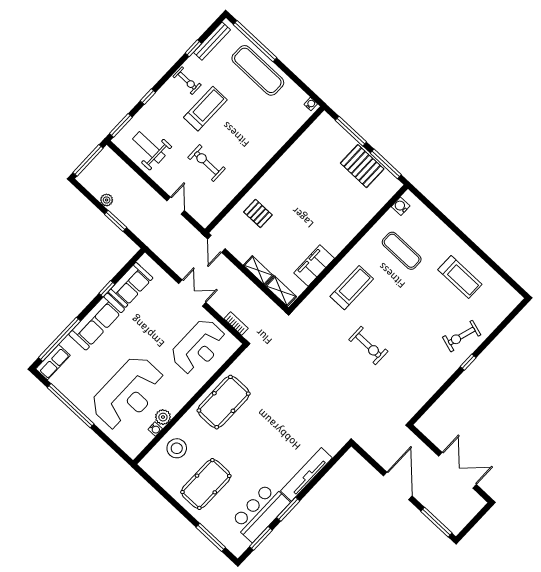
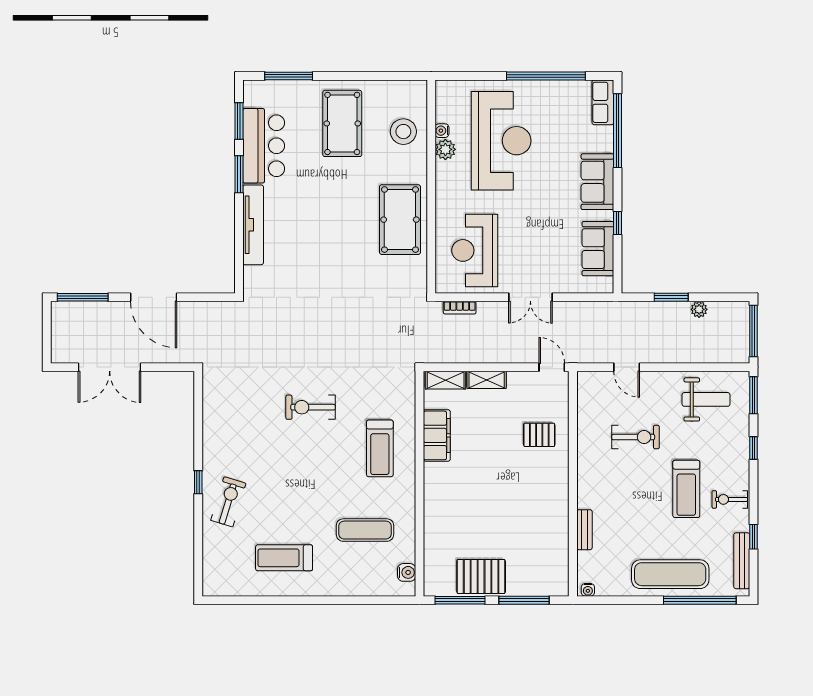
bench: (282, 139) -> (584, 530), added
sofa: (97, 322) -> (597, 182), width x0.73
reception desk: (128, 393) -> (501, 141), turned 180

